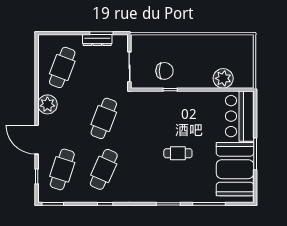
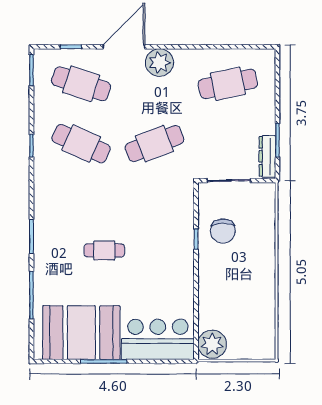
dresser: (97, 40) -> (267, 156), moved
cafe table: (62, 67) -> (228, 84), turned -33
plant: (223, 78) -> (212, 344), moved
plant: (47, 104) -> (160, 62), moved
cafe table: (104, 118) -> (154, 144), turned -42
cafe table: (178, 153) -> (104, 250), turned 90

